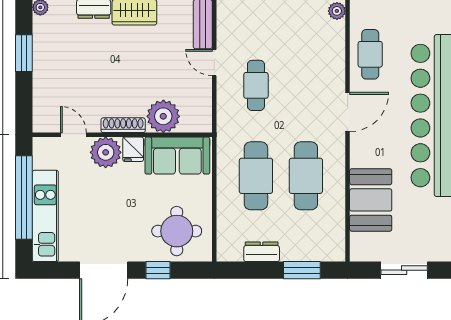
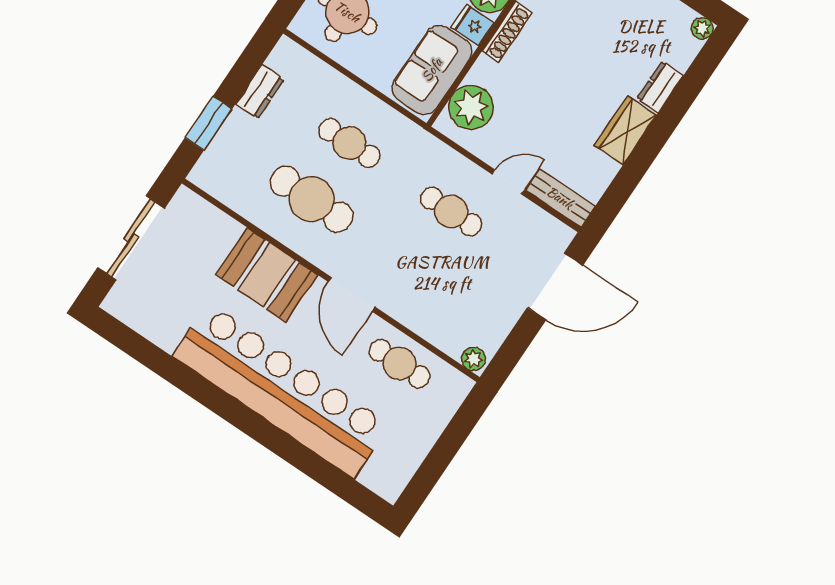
plant: (163, 116) -> (471, 107), moved
cafe table: (256, 176) -> (350, 143), width x0.73, depth x0.74
booth: (371, 200) -> (266, 275), moved
sliding door: (404, 270) -> (131, 238), width x1.37

